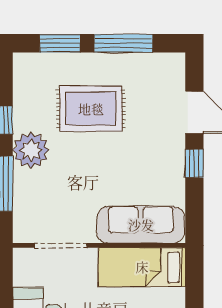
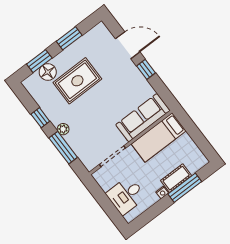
window: (123, 43) -> (69, 38), width x0.69
floor lamp: (60, 67) -> (48, 72), added
plant: (31, 150) -> (63, 129), width x0.53, depth x0.53

